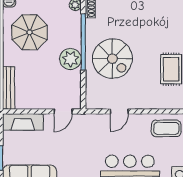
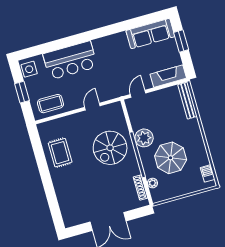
parasol: (30, 32) -> (171, 158), moved
spiral stairs: (112, 59) -> (110, 148), turned -90

